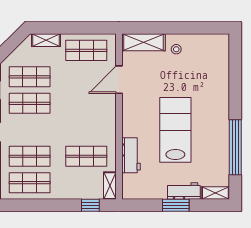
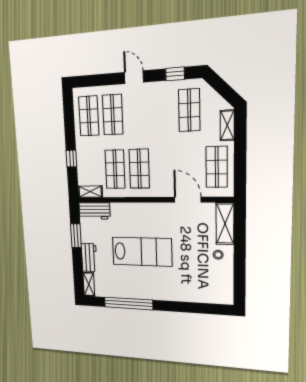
shop shelf: (30, 103) -> (139, 169), moved
workbench: (131, 155) -> (94, 211), moved
window: (90, 205) -> (71, 159), moved
window: (176, 205) -> (76, 236), moved

